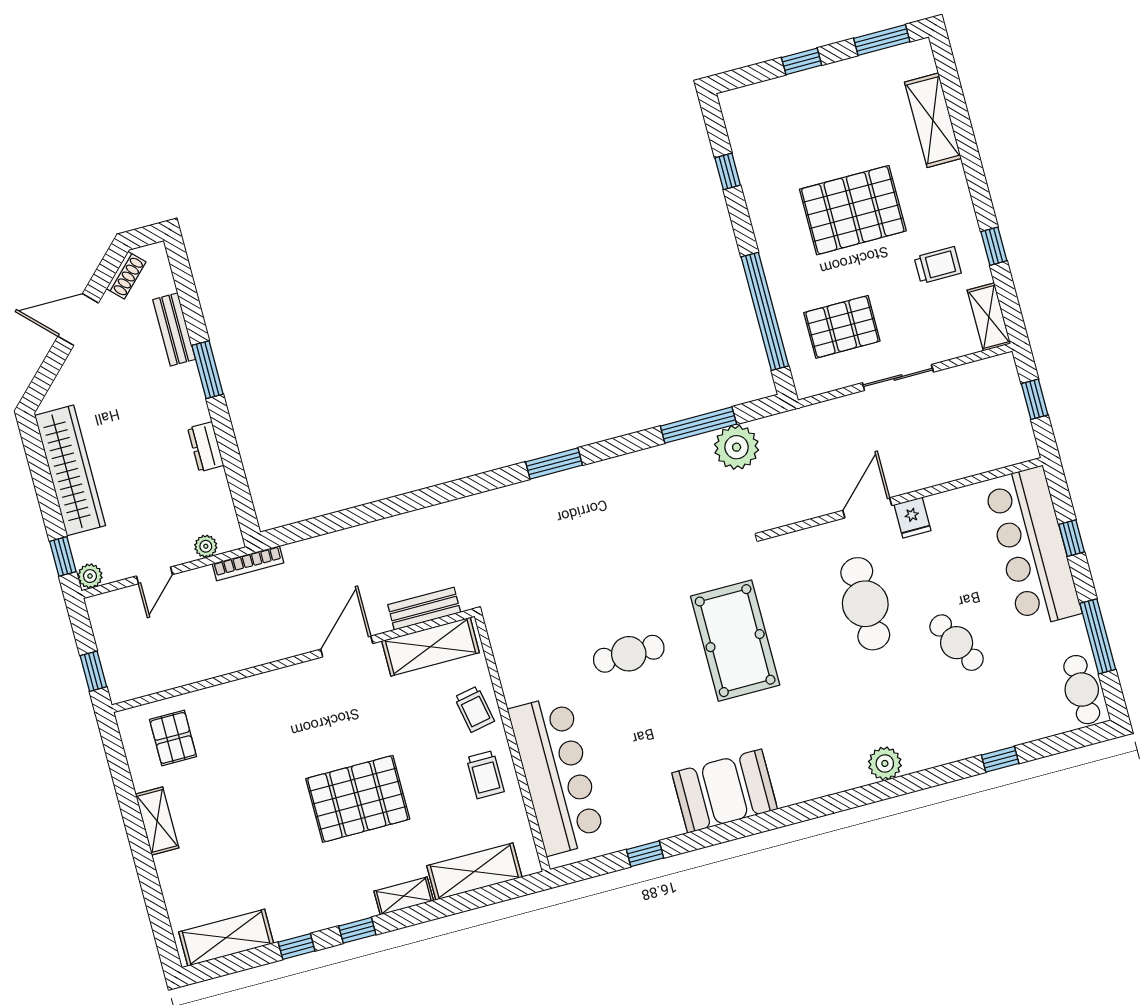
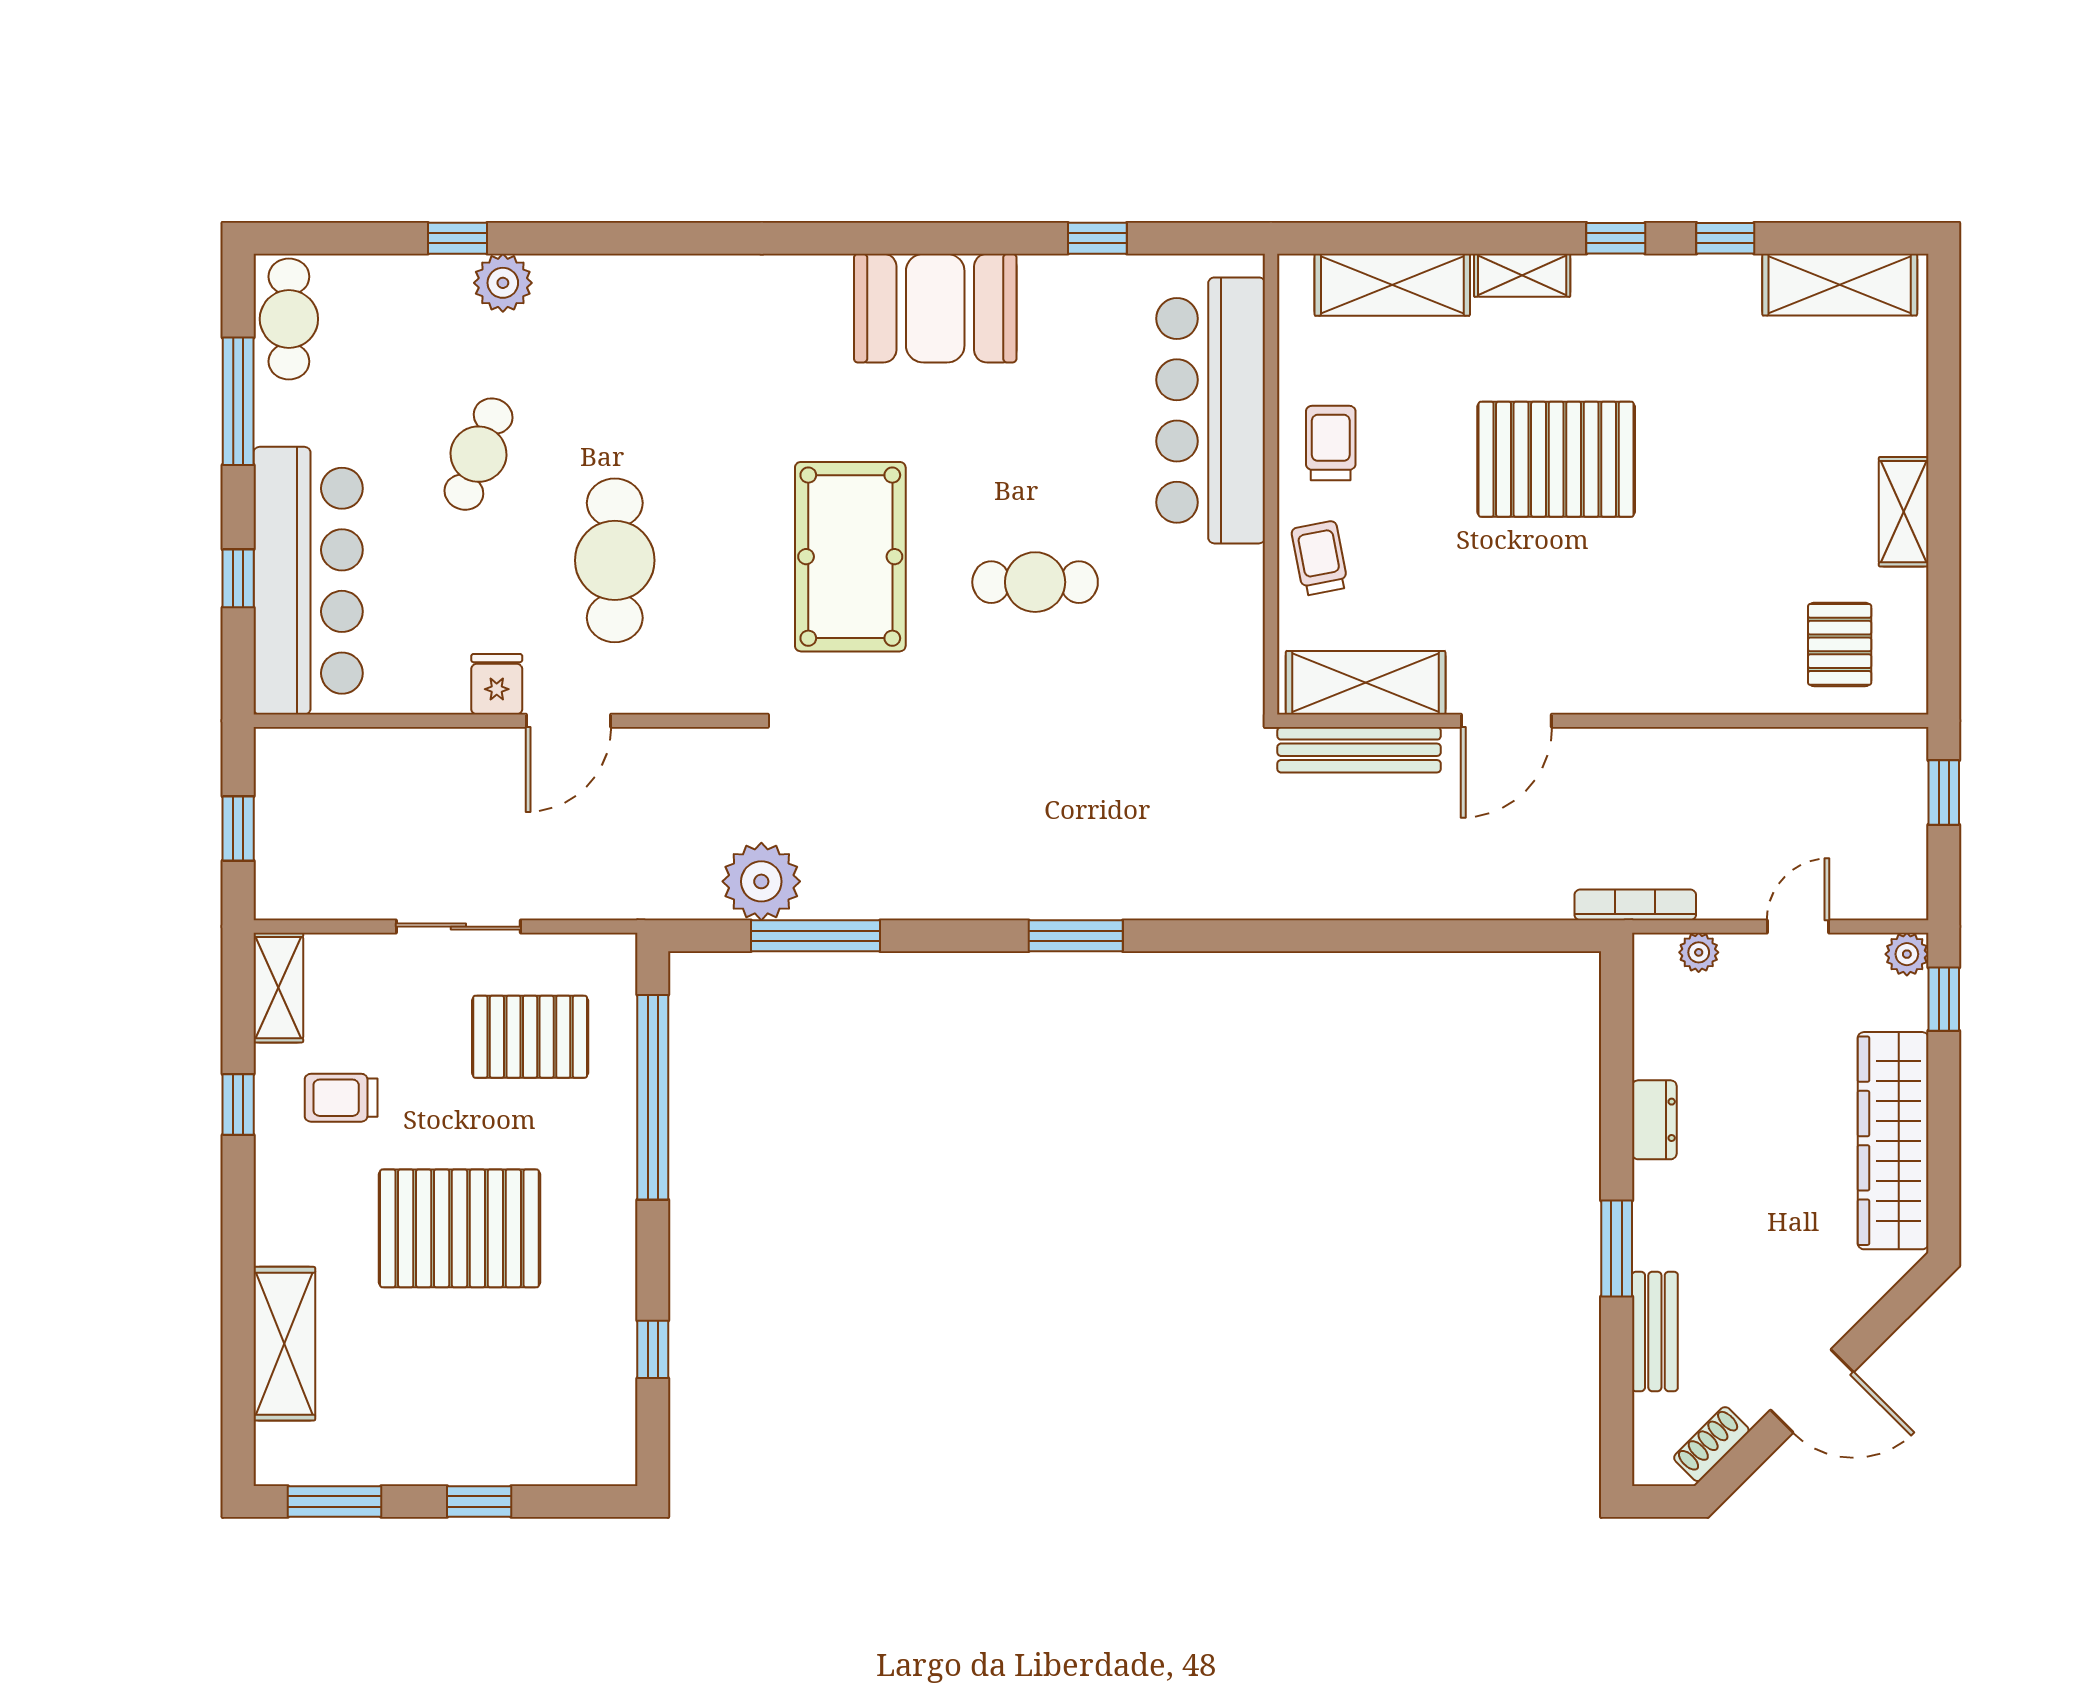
bench: (424, 609) -> (1359, 750), width x1.36
cafe table: (957, 643) -> (478, 454), turned 49
plant: (885, 763) -> (503, 283), moved

